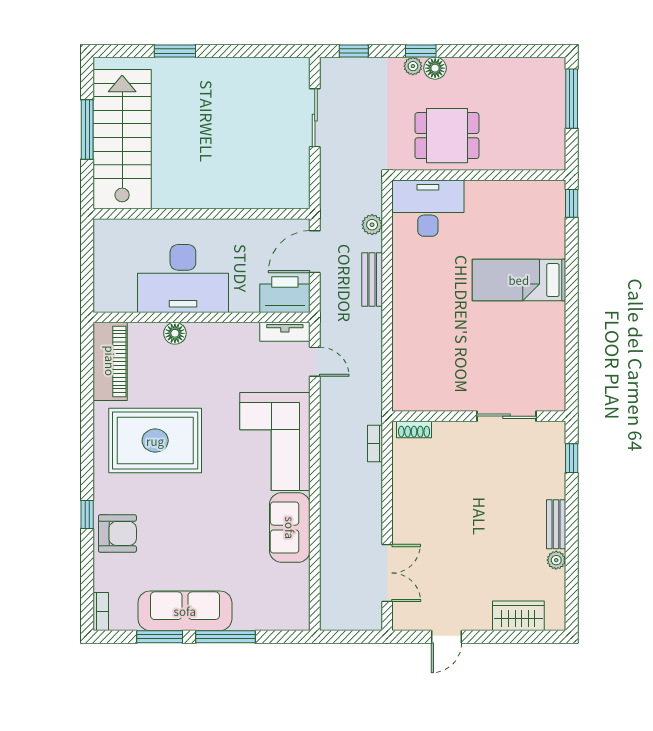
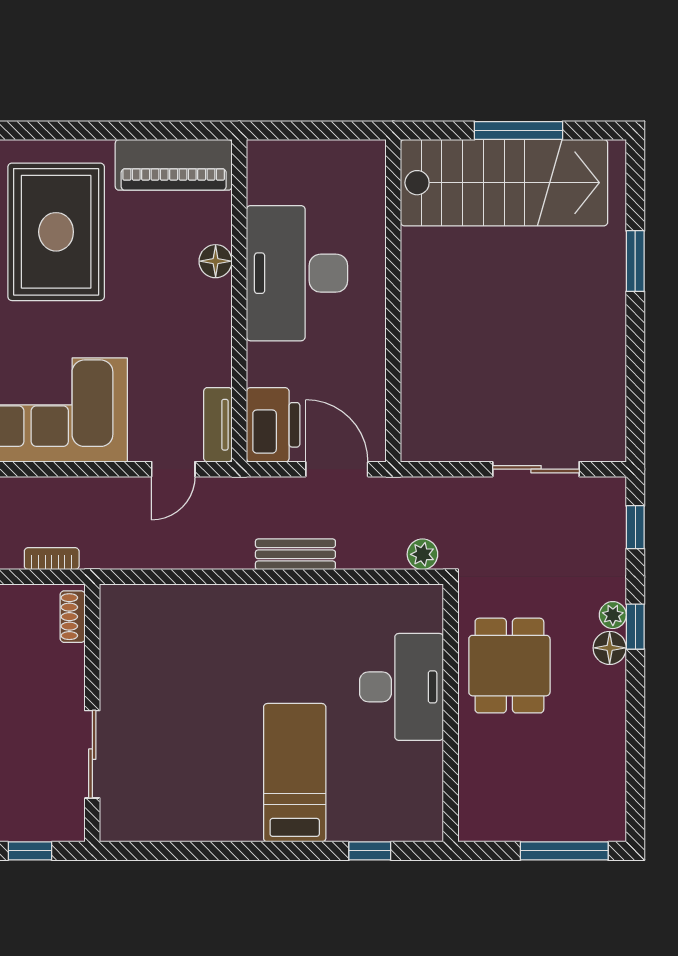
window: (572, 203) -> (370, 851), moved
desk: (428, 208) -> (402, 687), moved
plant: (372, 225) -> (422, 554), moved

